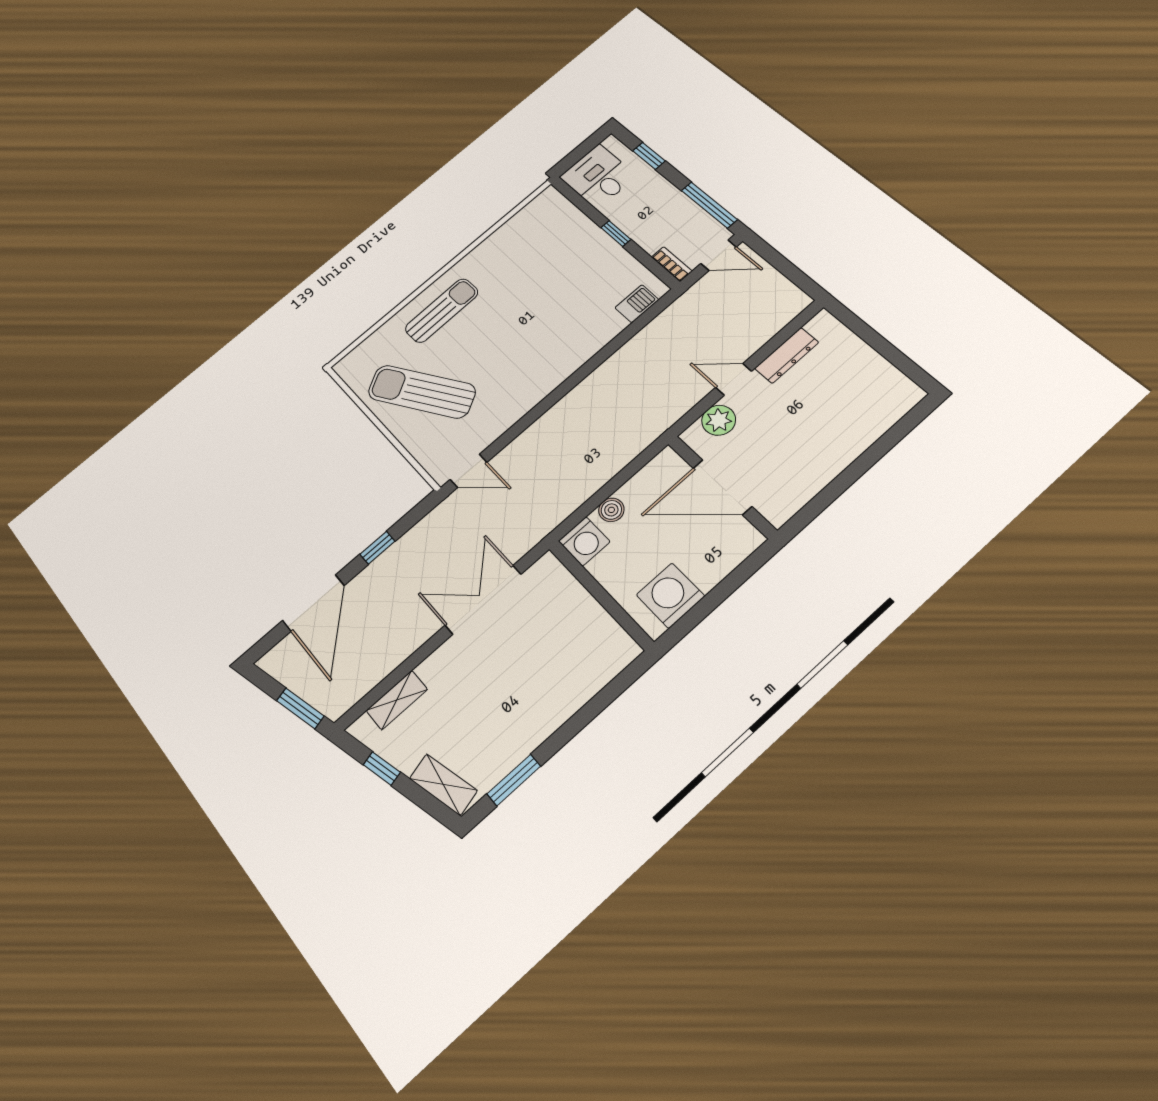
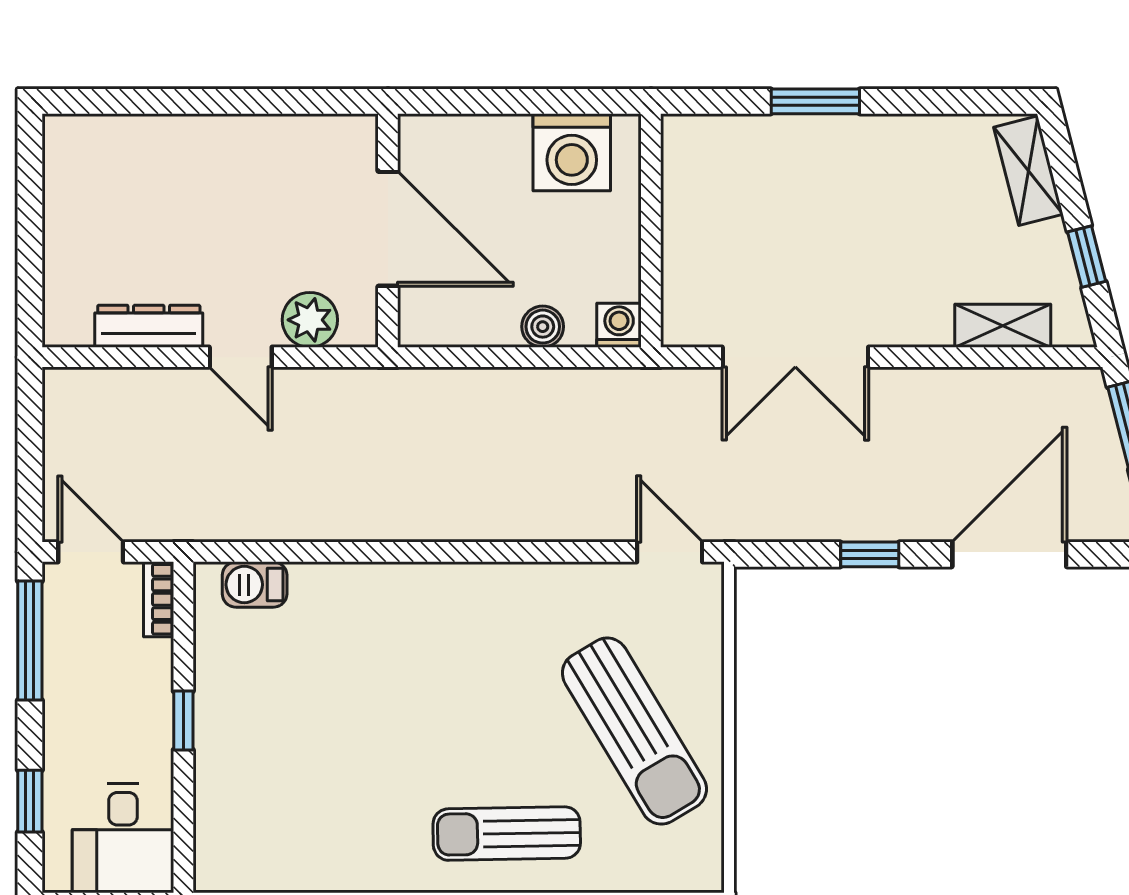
washing machine: (584, 541) -> (619, 325), width x0.73, depth x0.73
window: (514, 780) -> (815, 101), moved

